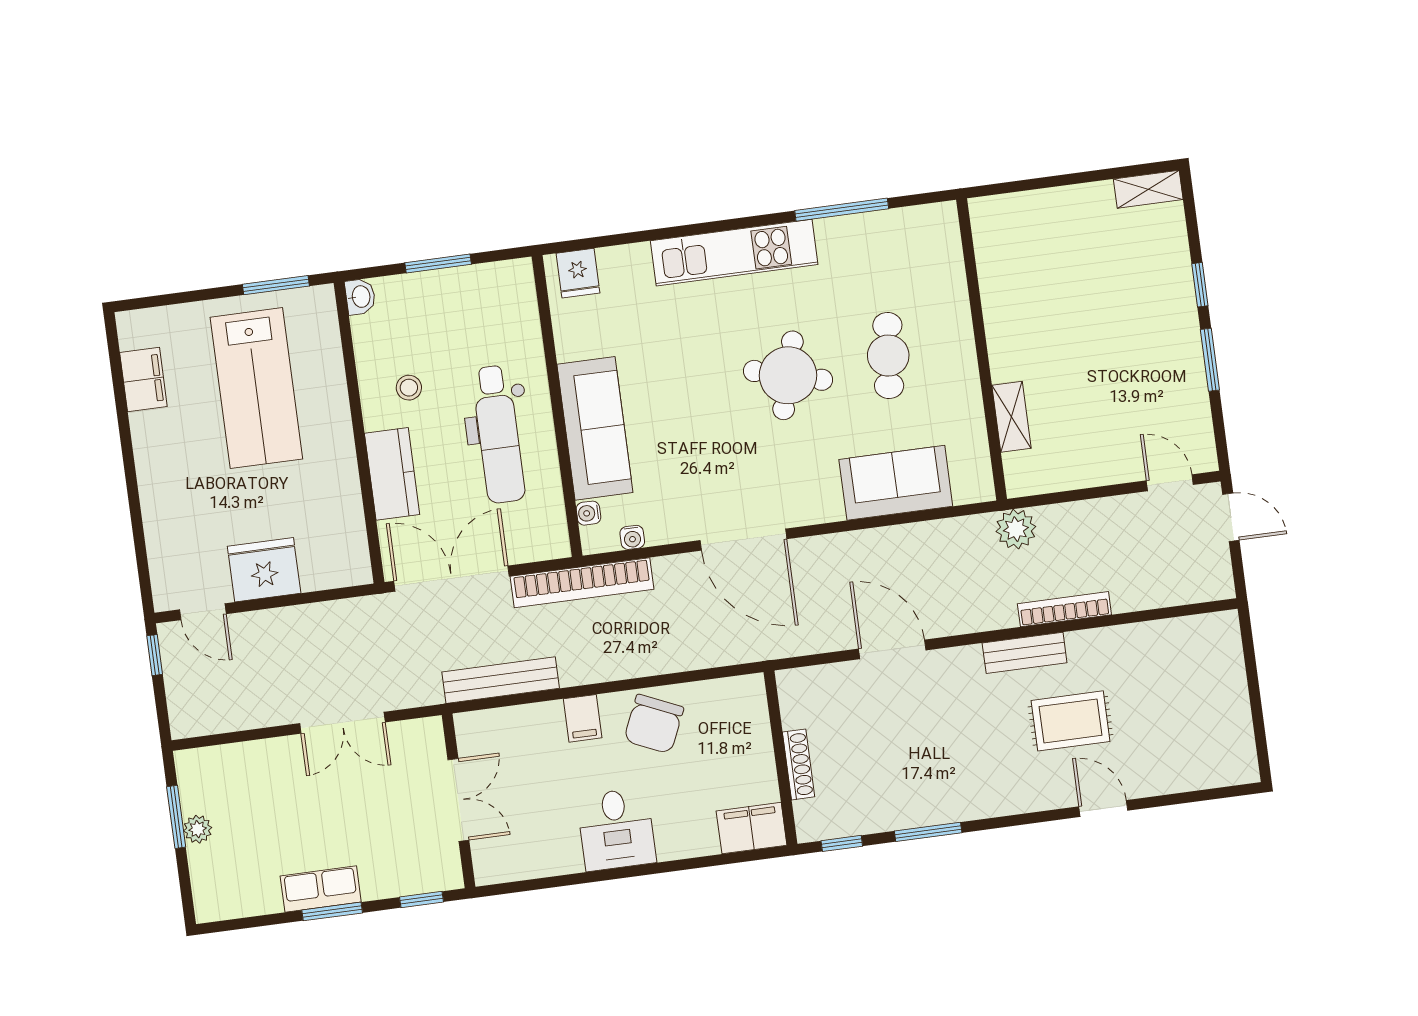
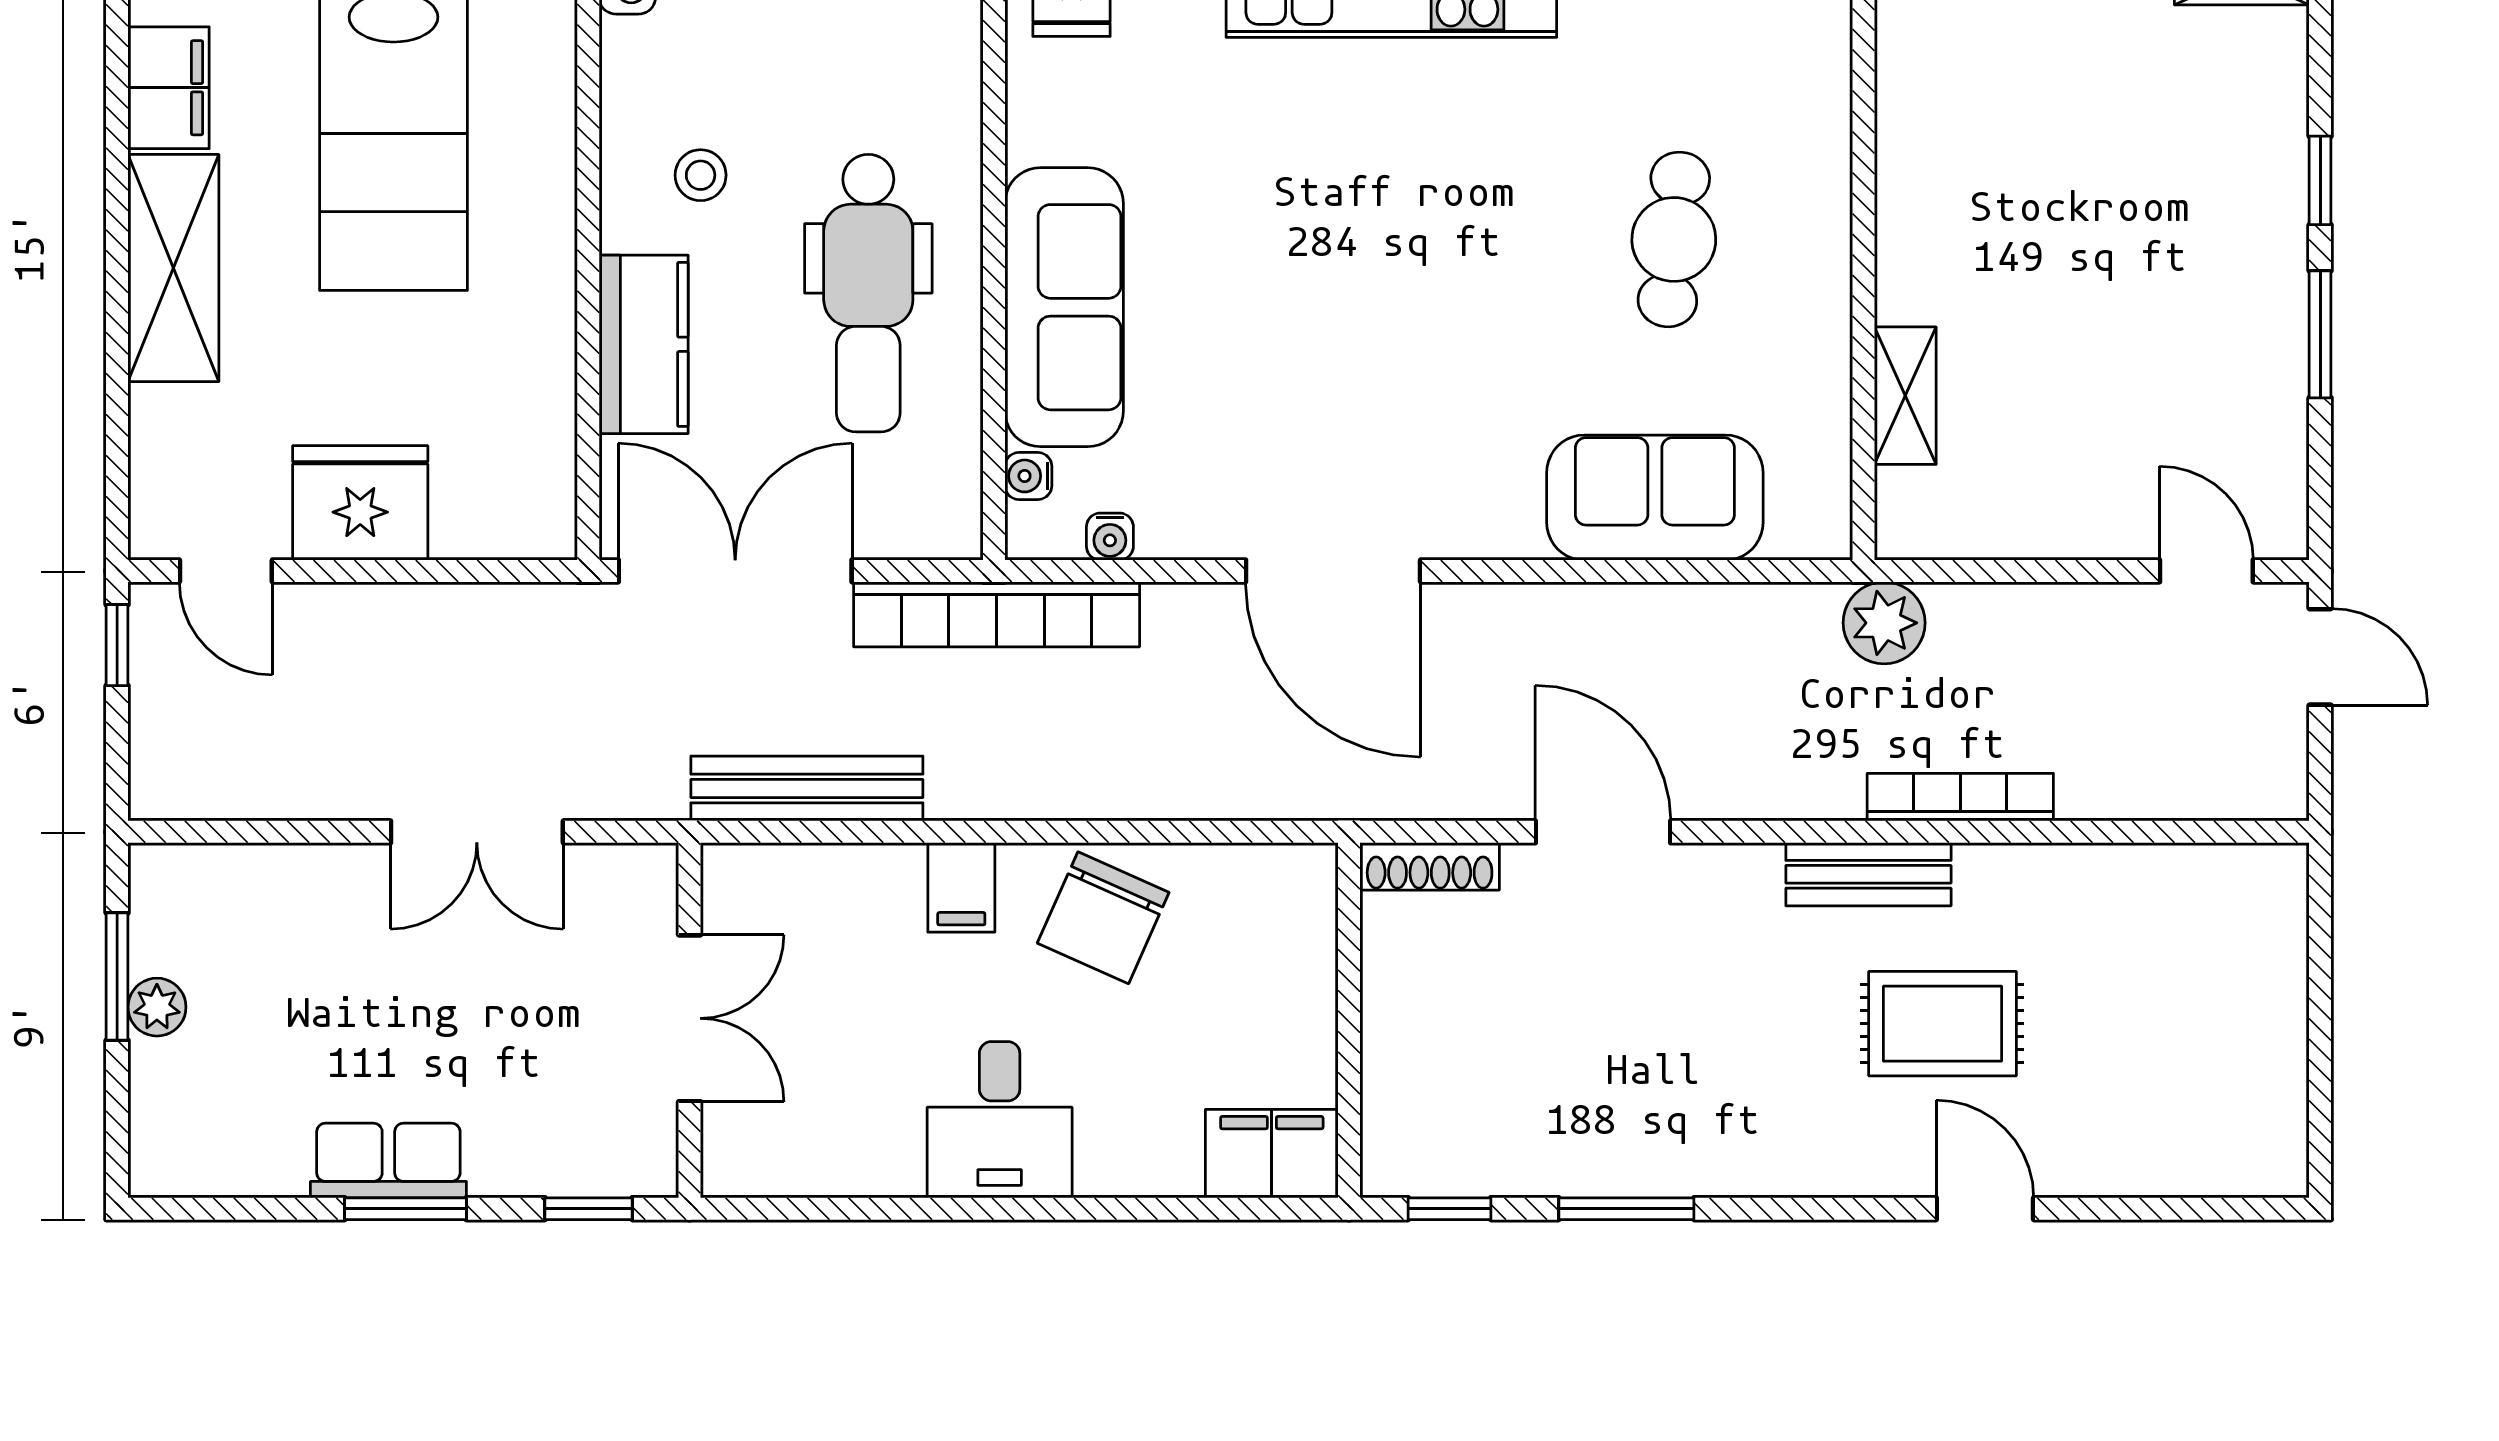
round table: (788, 375) -> (1467, 252), removed
shelving: (158, 467) -> (173, 268), added
shoe rack: (799, 764) -> (1430, 866), moved, turned 90

